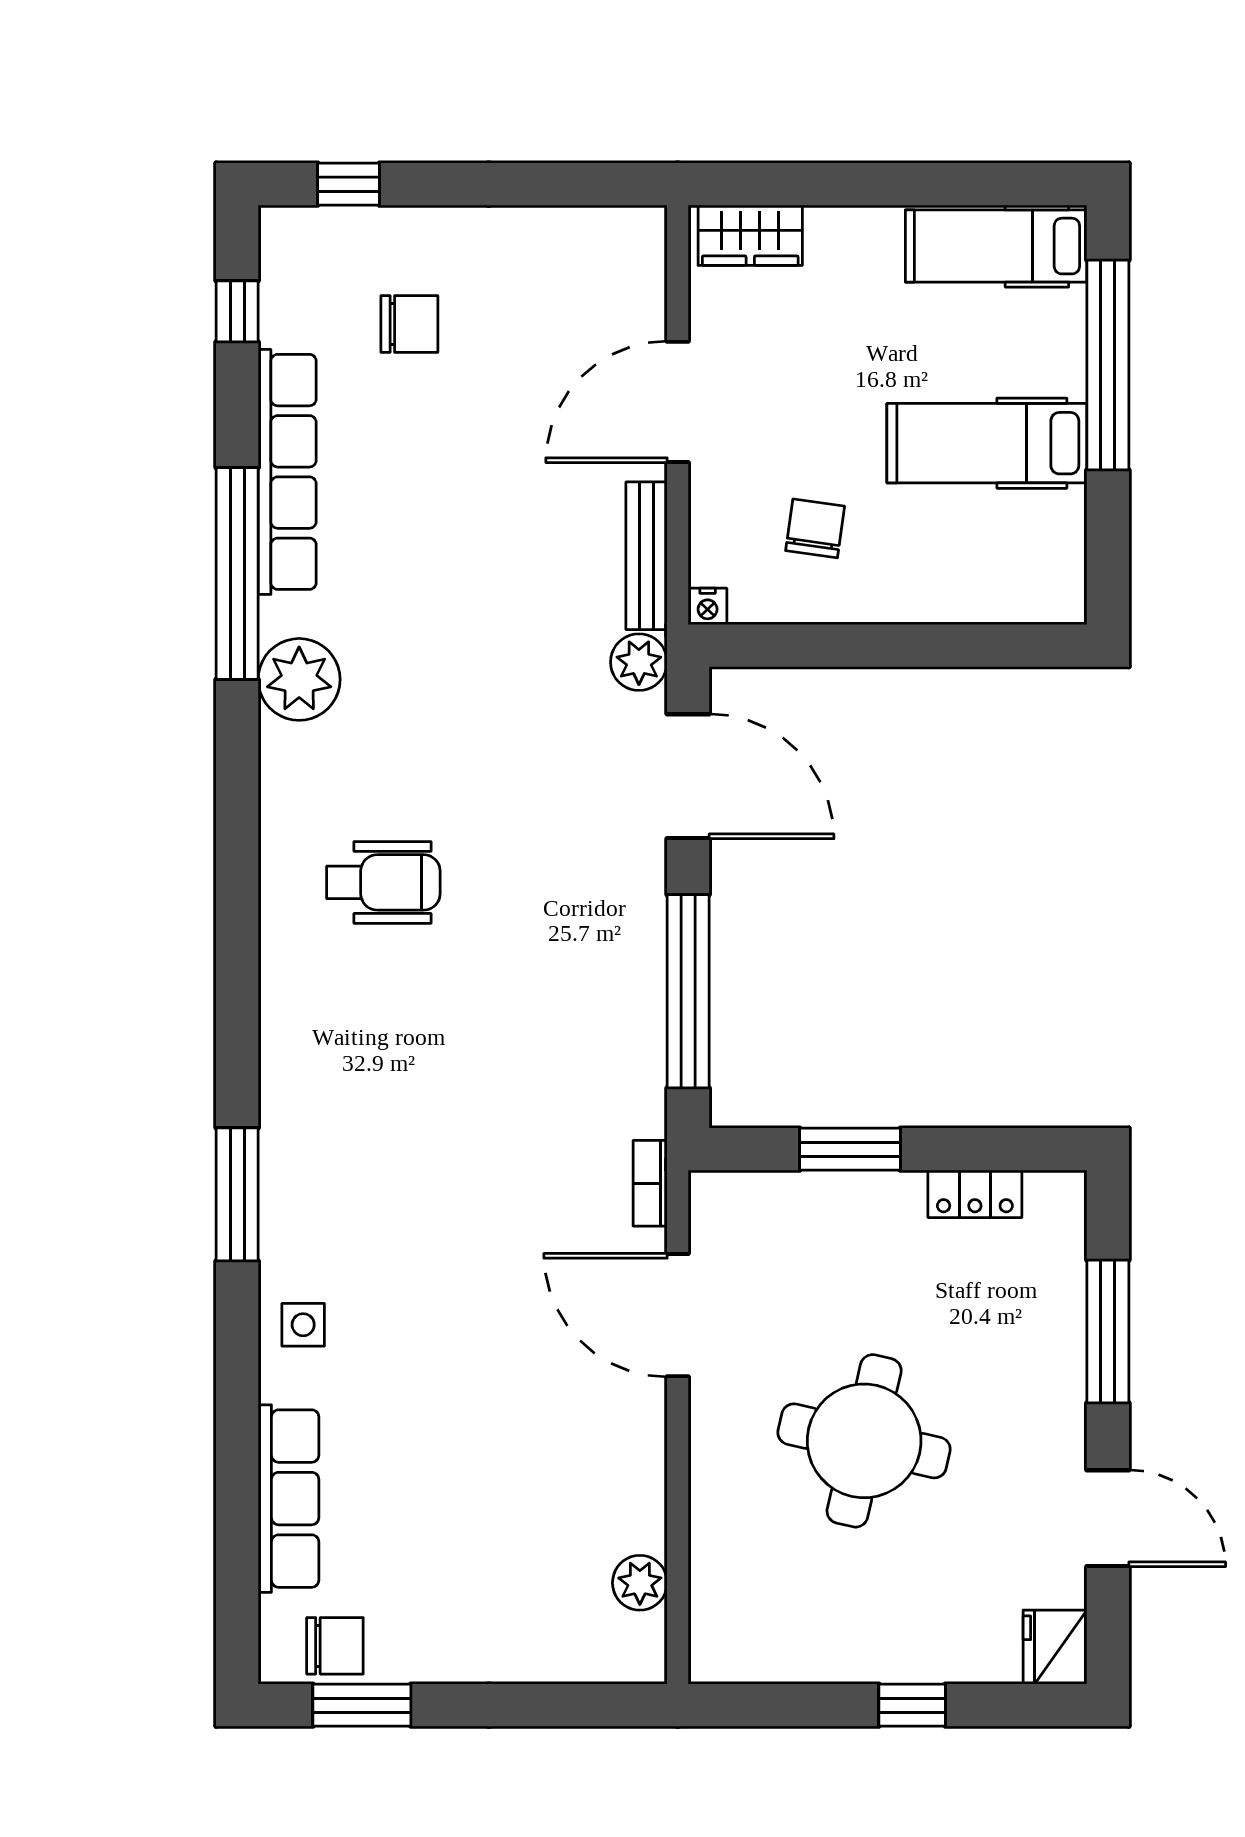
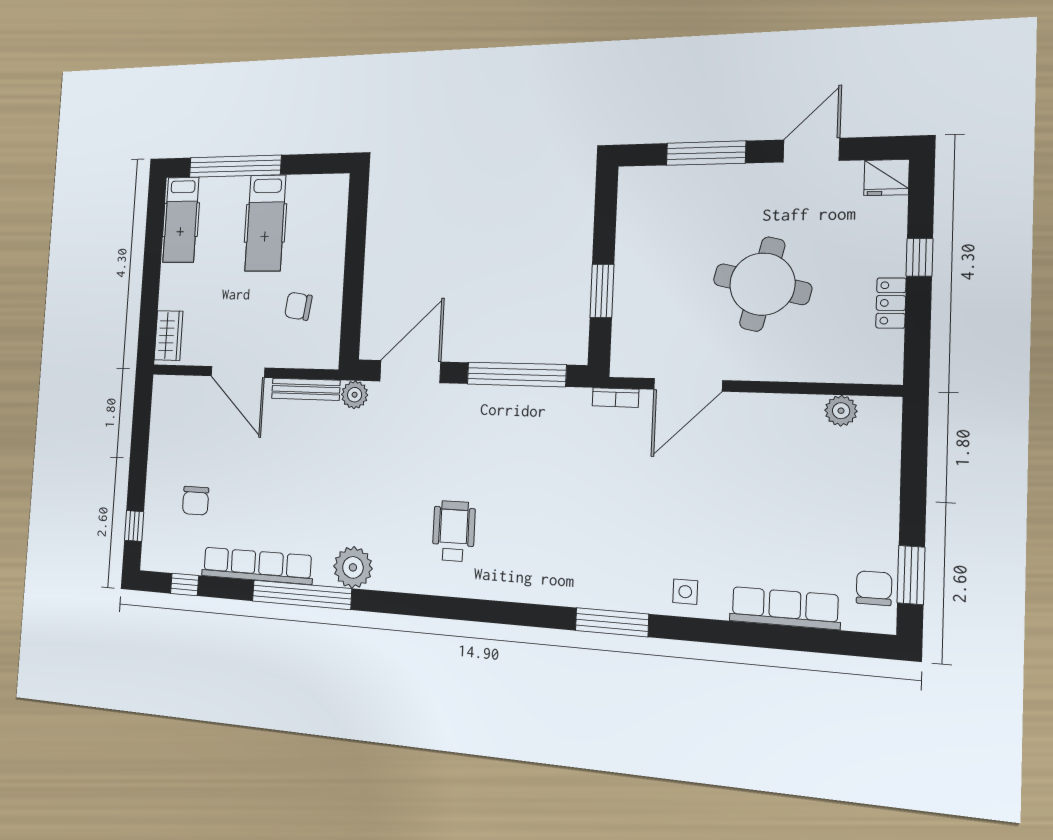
chair: (409, 324) -> (196, 501), turned 180
nightstand: (708, 606) -> (331, 360), removed
locker: (975, 1194) -> (891, 303), moved, turned 180

